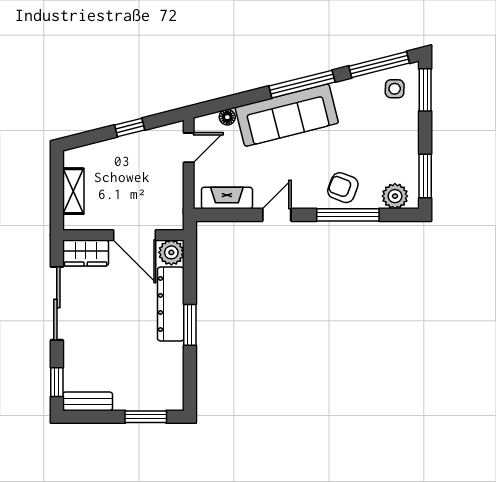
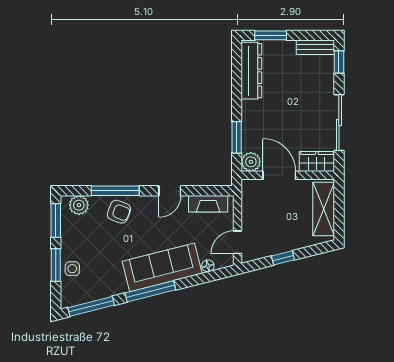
side table: (395, 89) -> (72, 269), moved
window: (425, 90) -> (56, 265), moved
shelving: (73, 191) -> (324, 209), width x1.50, depth x1.33
dresser: (171, 304) -> (251, 71), moved
window: (190, 325) -> (237, 137), moved

